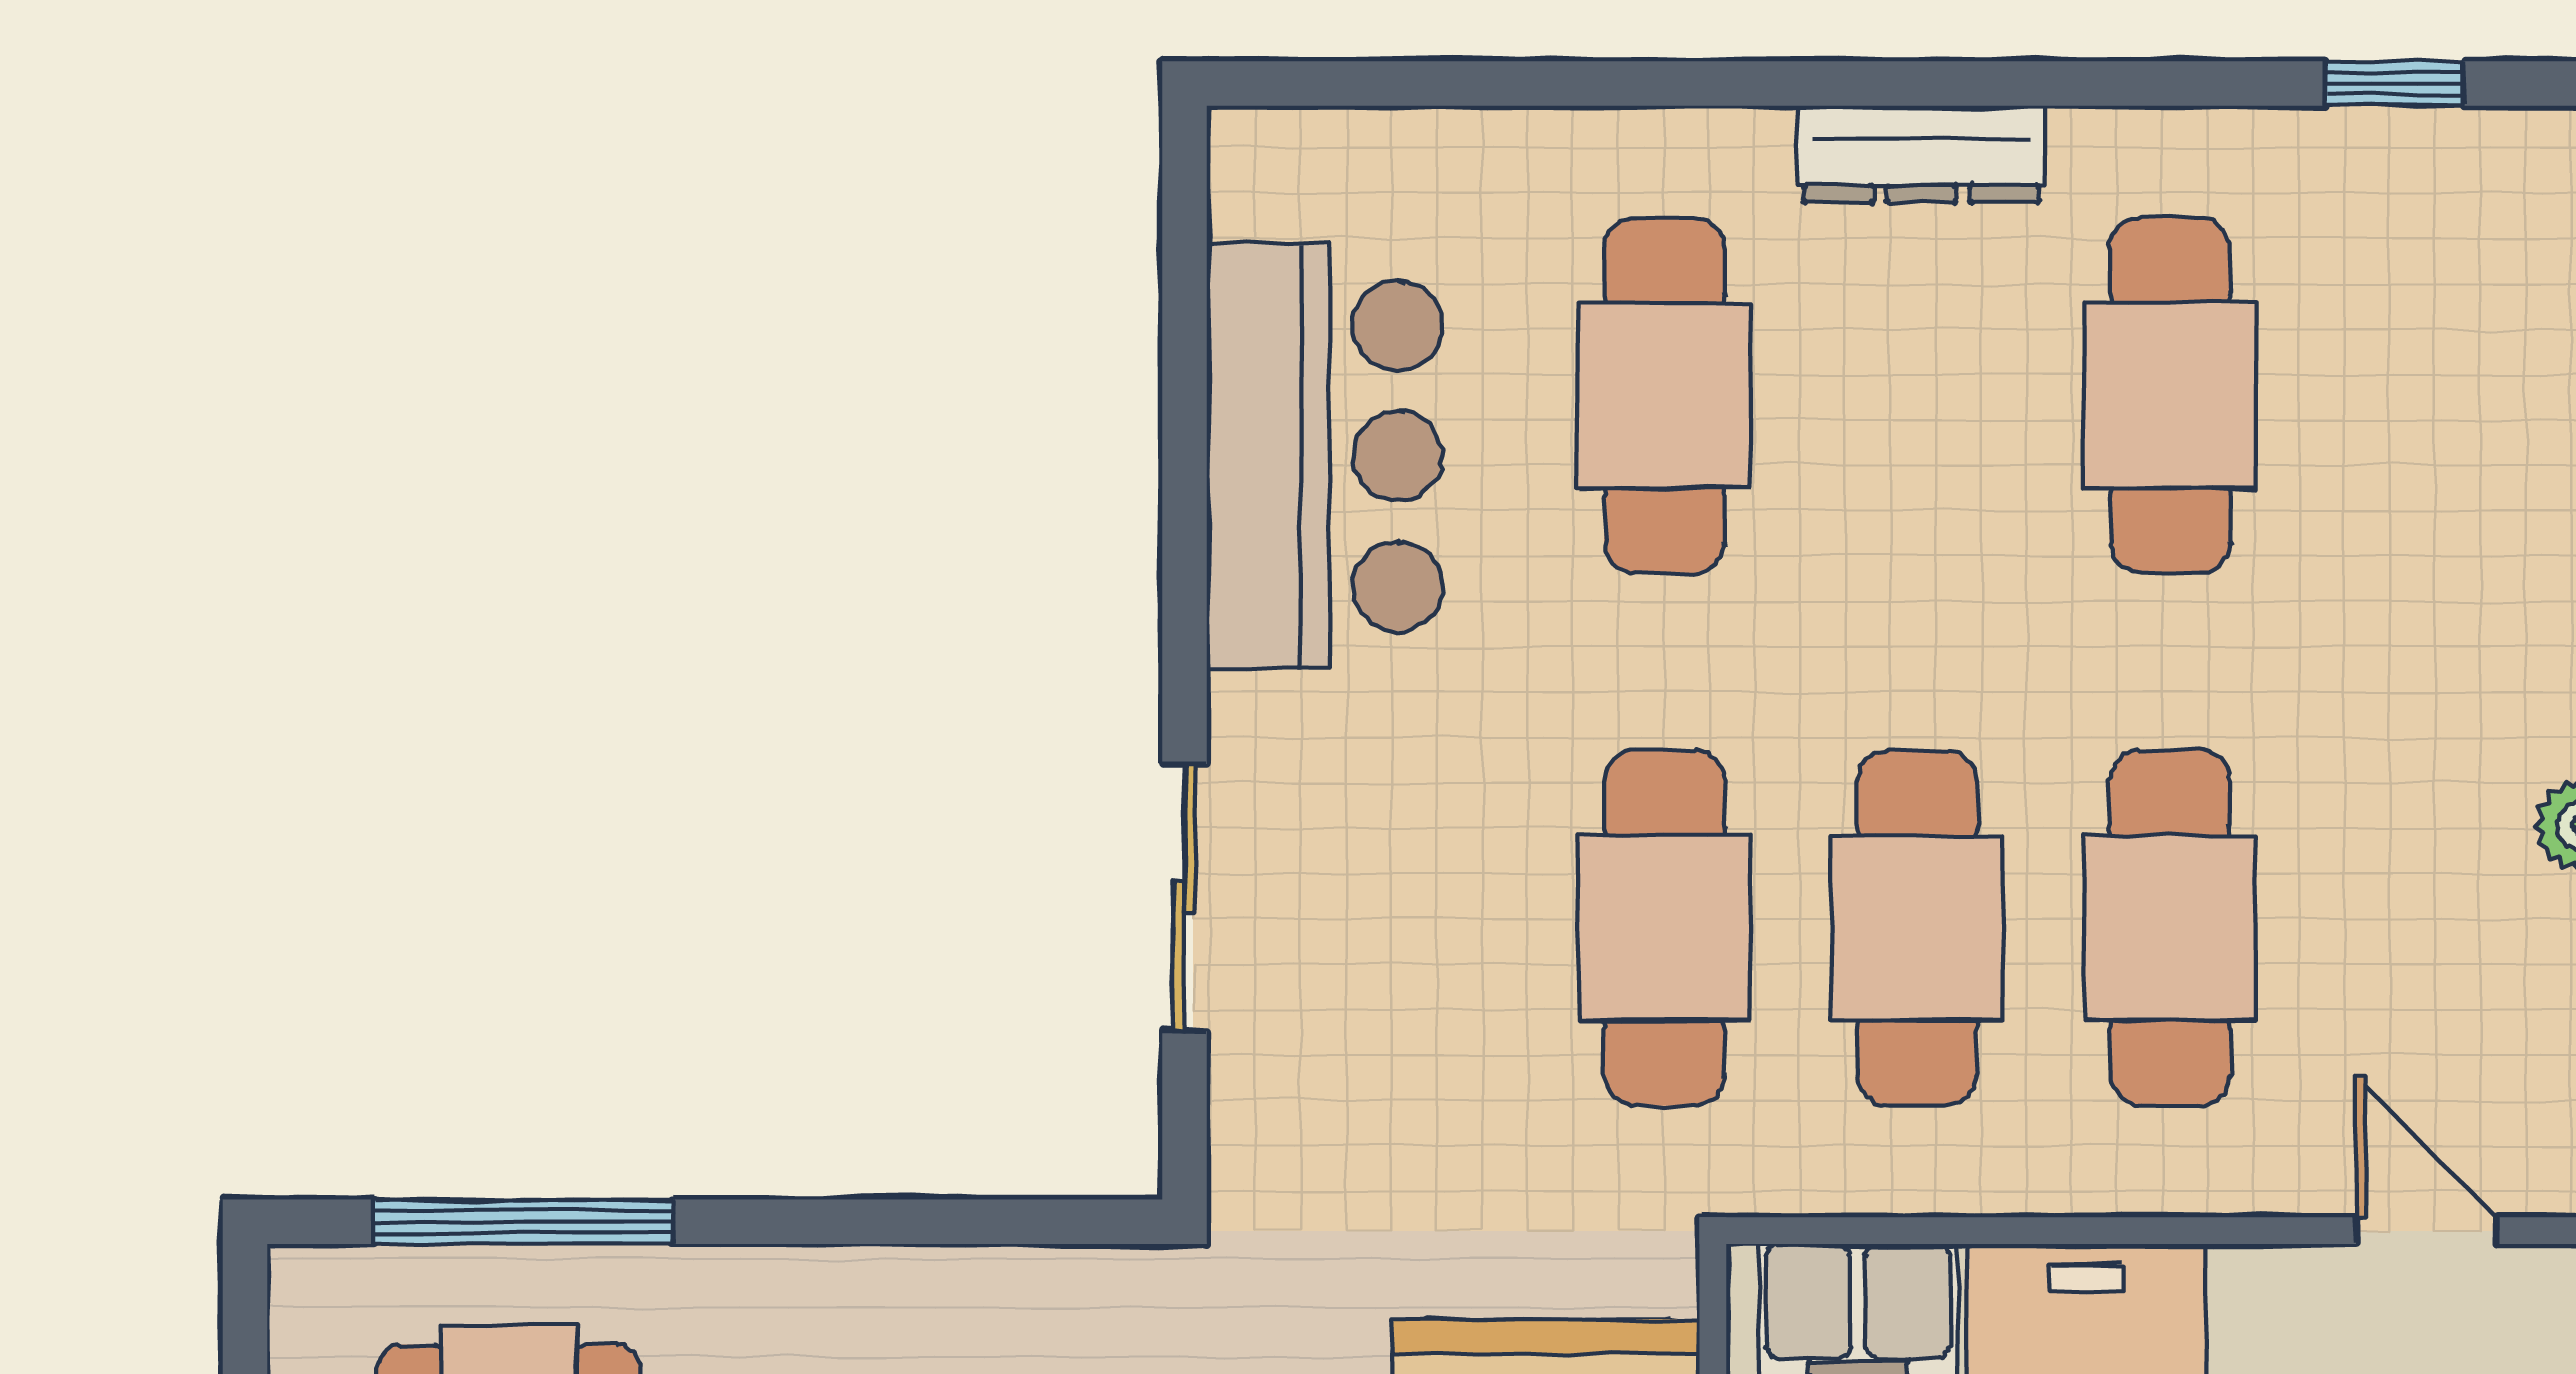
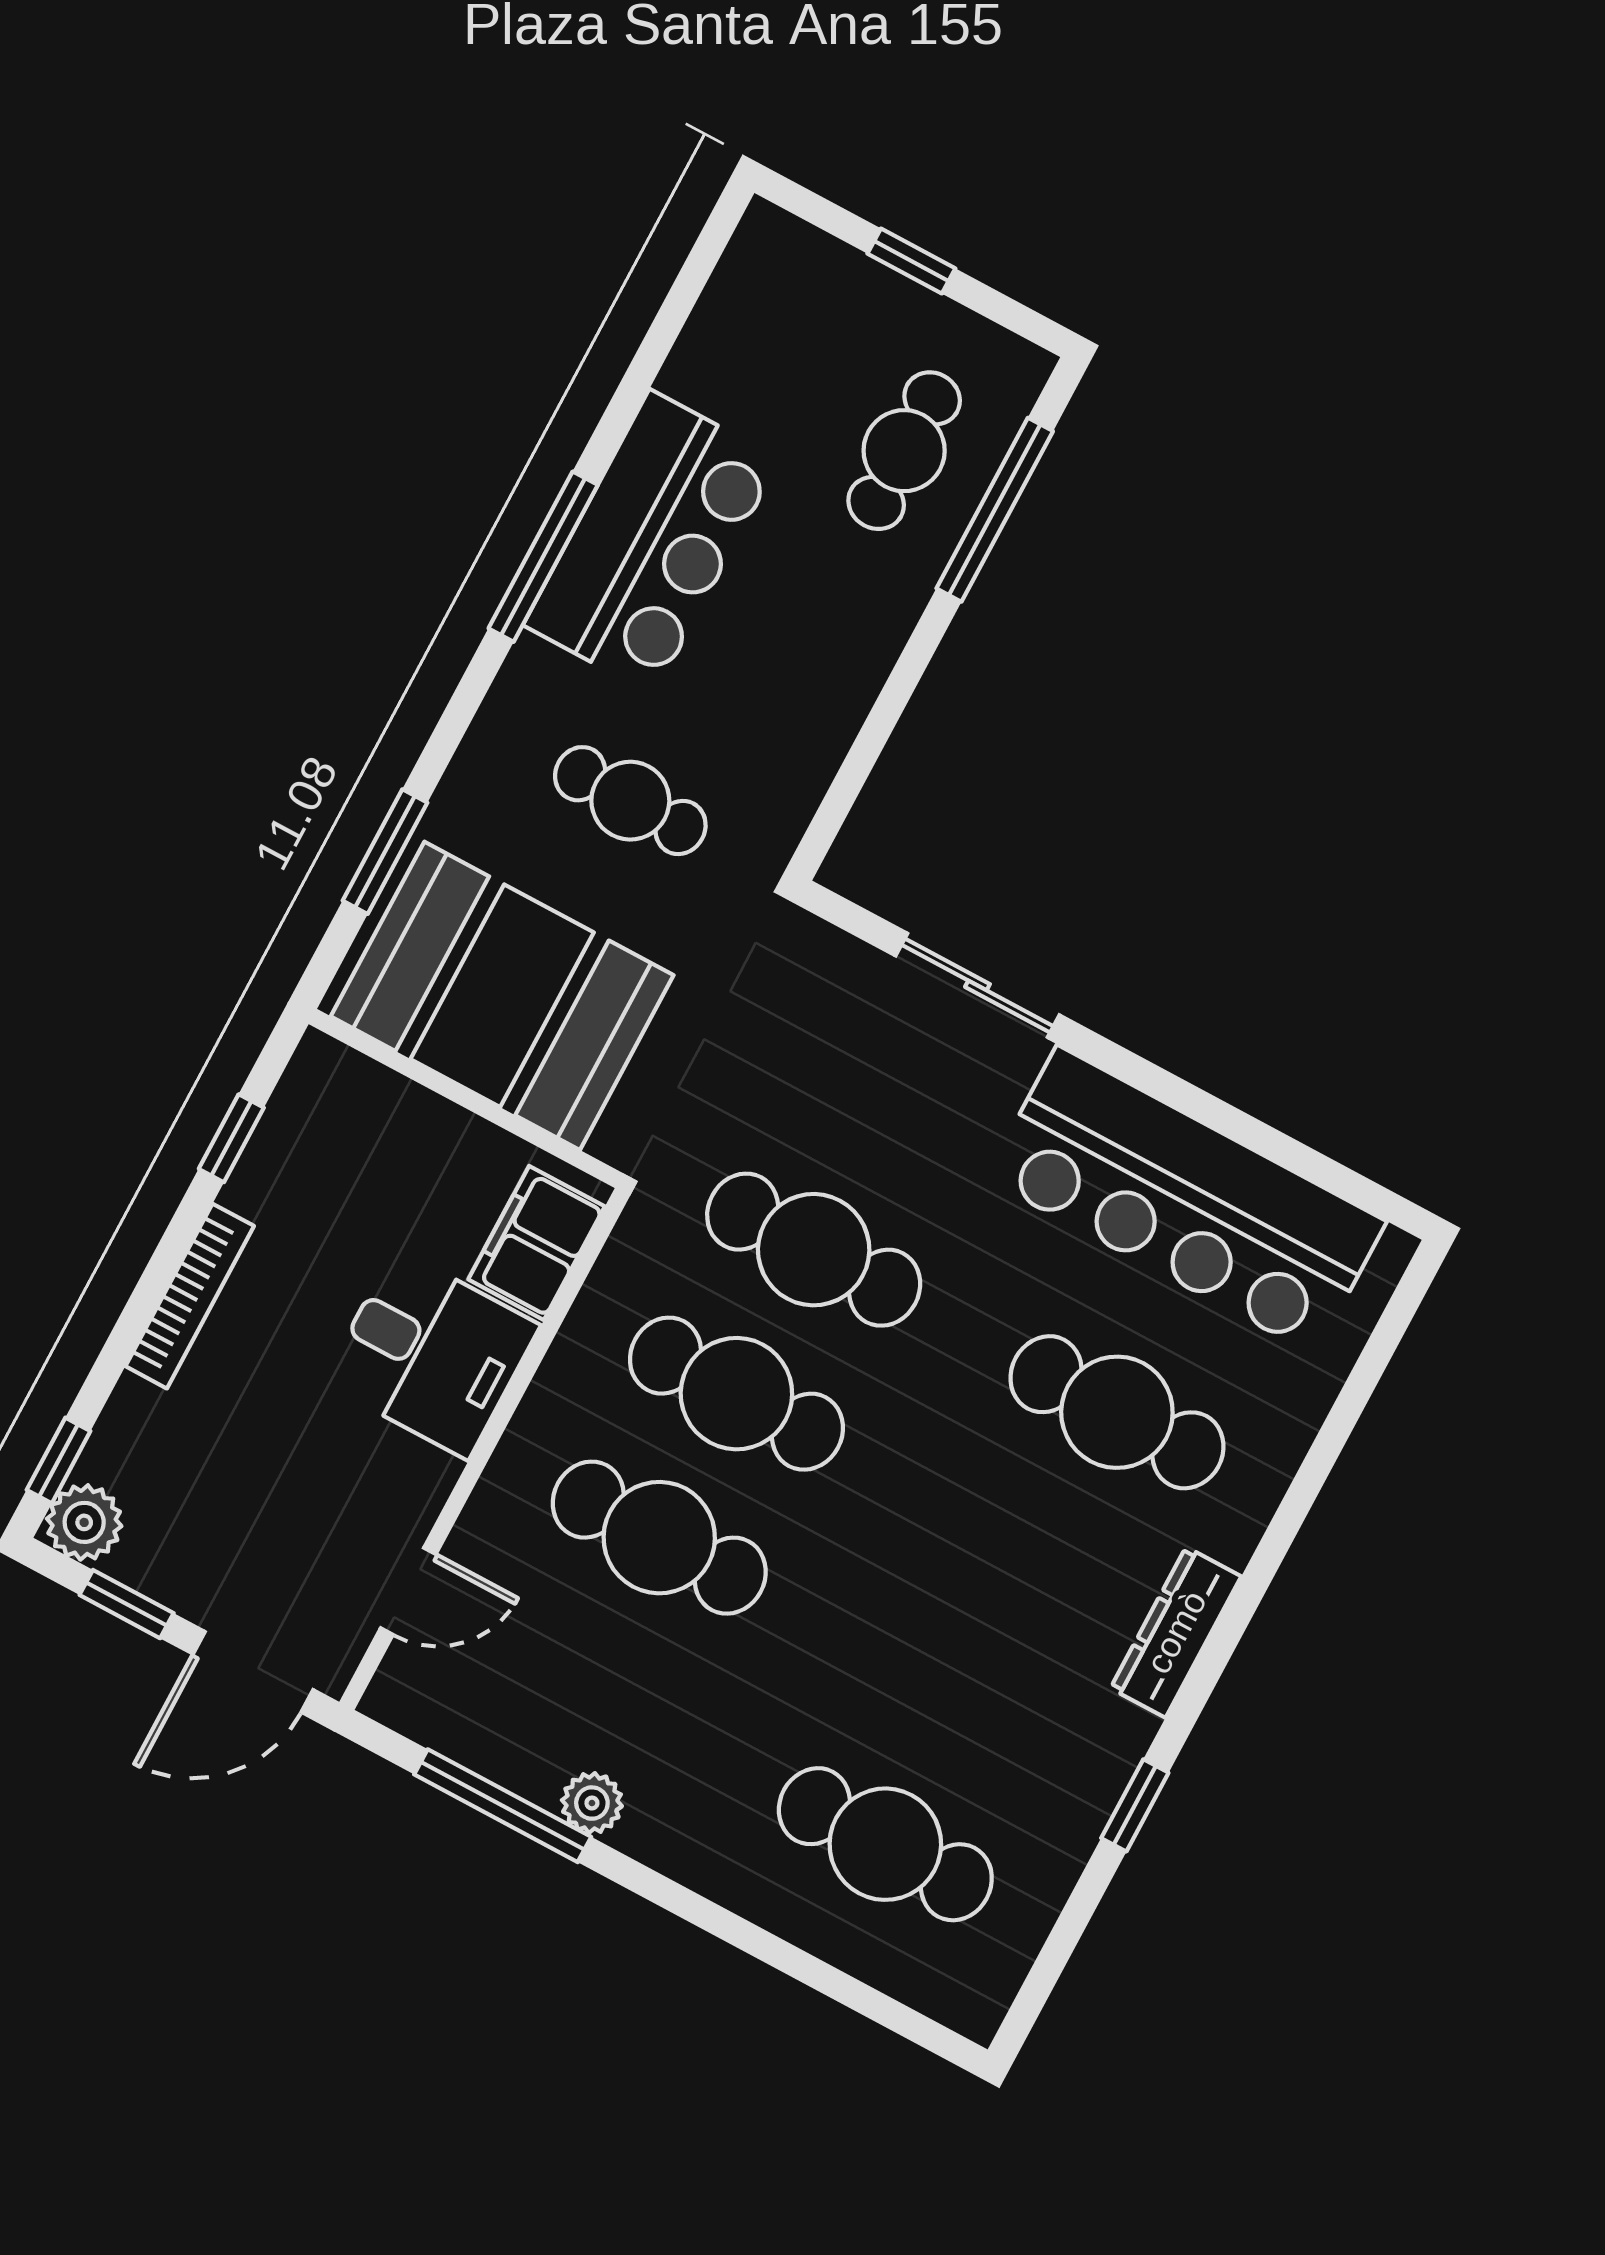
window: (2395, 83) -> (1135, 1805), moved
cafe table: (2170, 395) -> (885, 1844), moved
bar counter: (1325, 456) -> (1186, 1200), width x1.36

